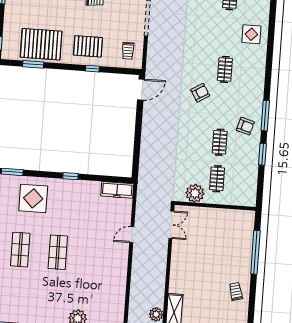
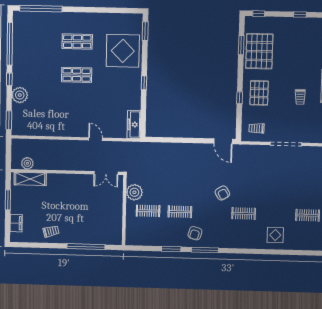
display table: (33, 198) -> (123, 51), width x1.36, depth x1.36

